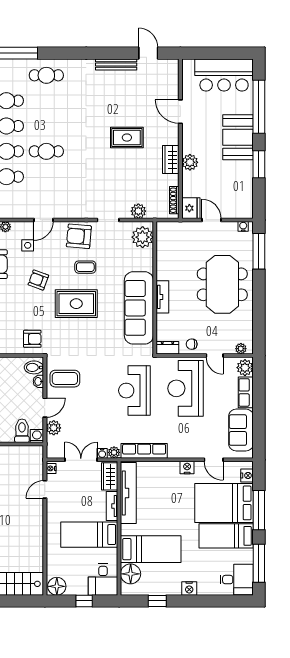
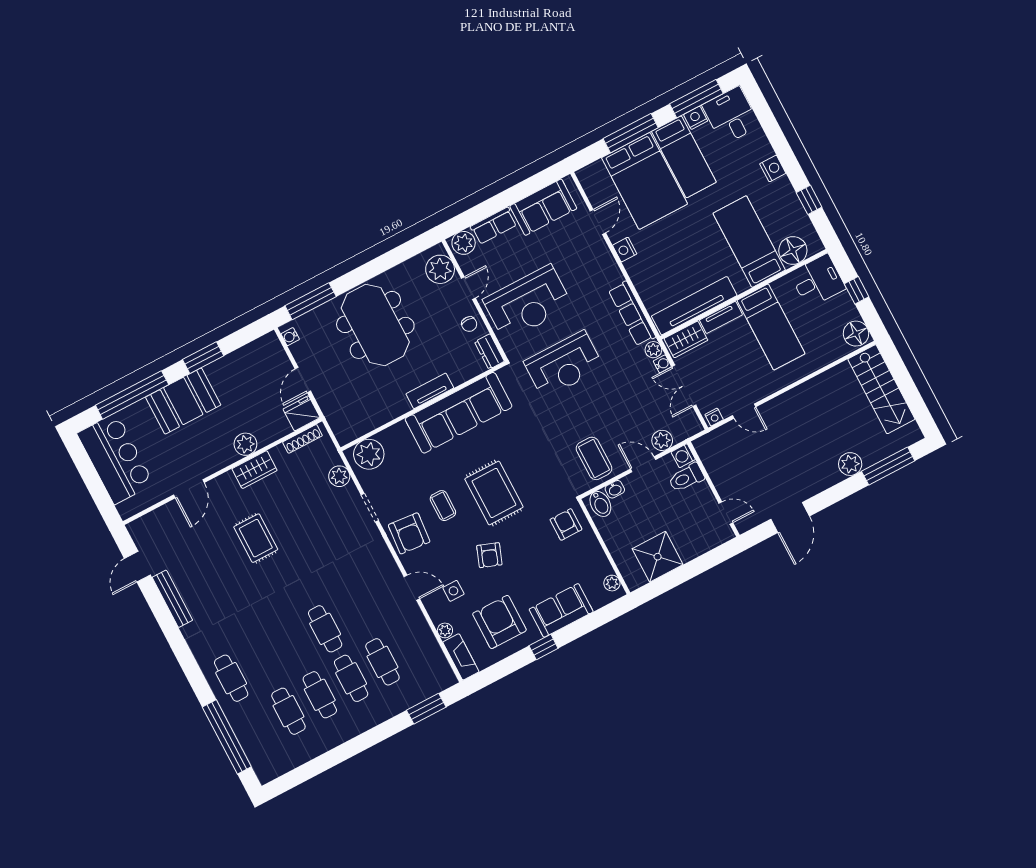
meeting table: (222, 284) -> (375, 325), turned 90
plant: (241, 349) -> (440, 269), width x1.88, depth x1.88
nightstand: (247, 475) -> (696, 118), moved

